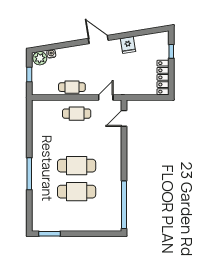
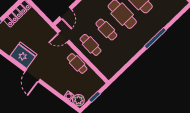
fridge: (128, 45) -> (23, 55), width x1.88, depth x1.34
door: (124, 118) -> (65, 13), hinge flipped
cafe table: (77, 140) -> (106, 30), added

